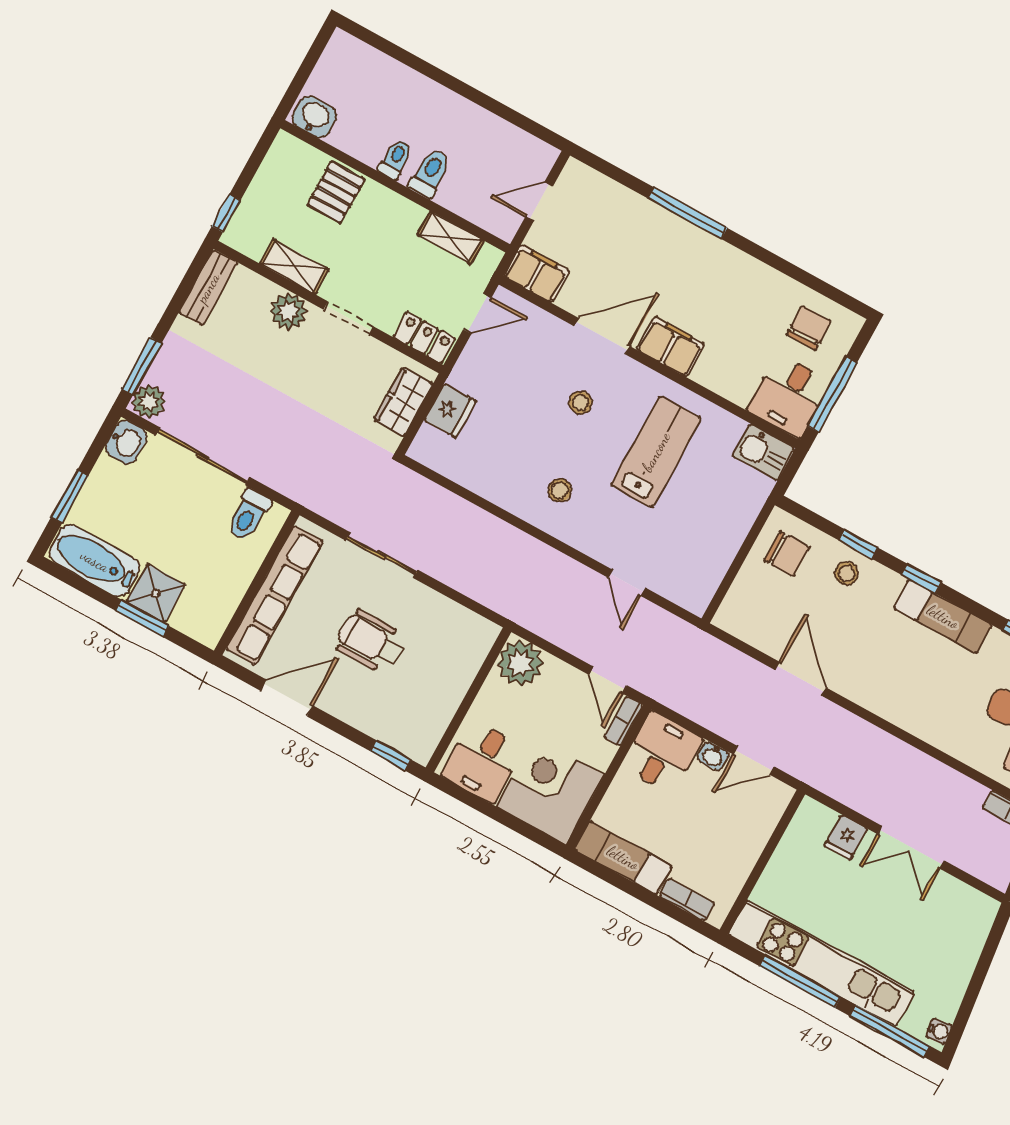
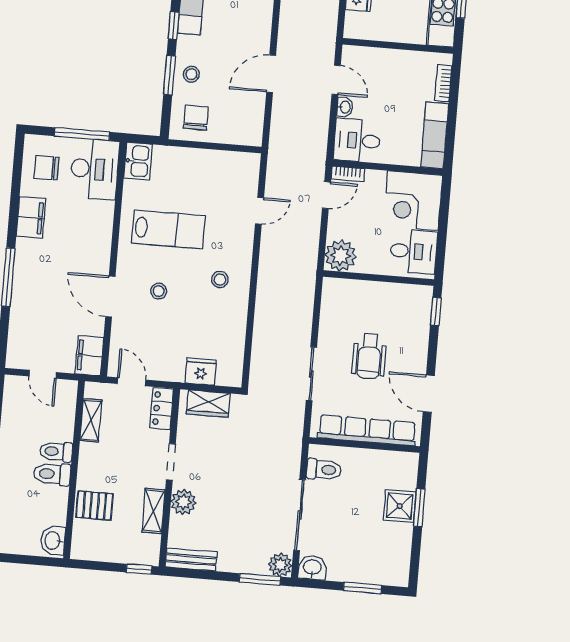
toilet: (395, 159) -> (52, 474), width x1.37, depth x1.39
filing cabinet: (670, 347) -> (31, 217), moved, turned 180
desk: (789, 396) -> (95, 169), width x1.37
lab bench: (656, 452) -> (168, 229), turned 180
window: (858, 544) -> (169, 75), width x1.50
bathtub: (95, 561) -> (396, 554), removed

